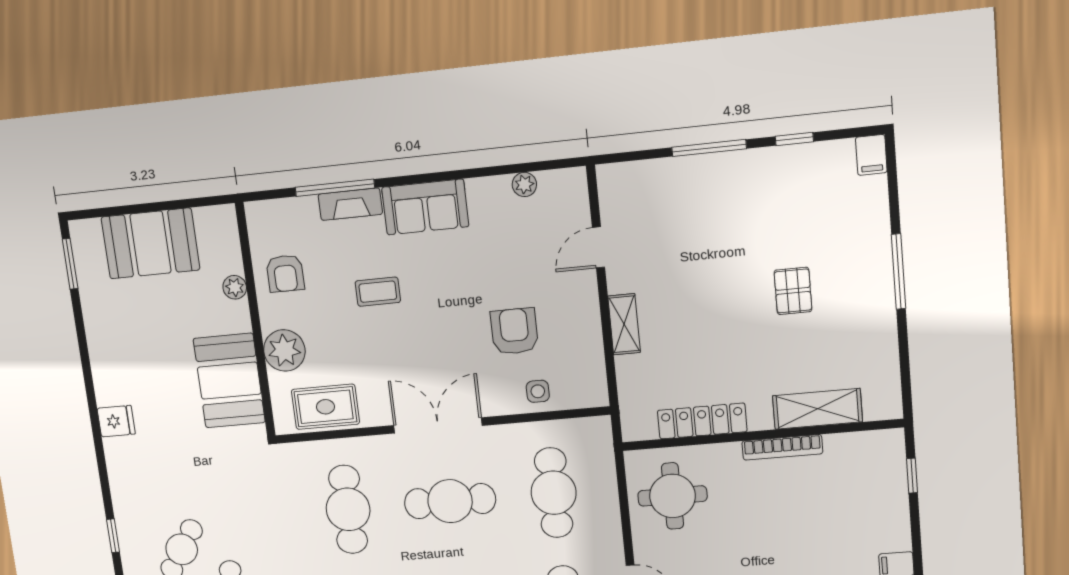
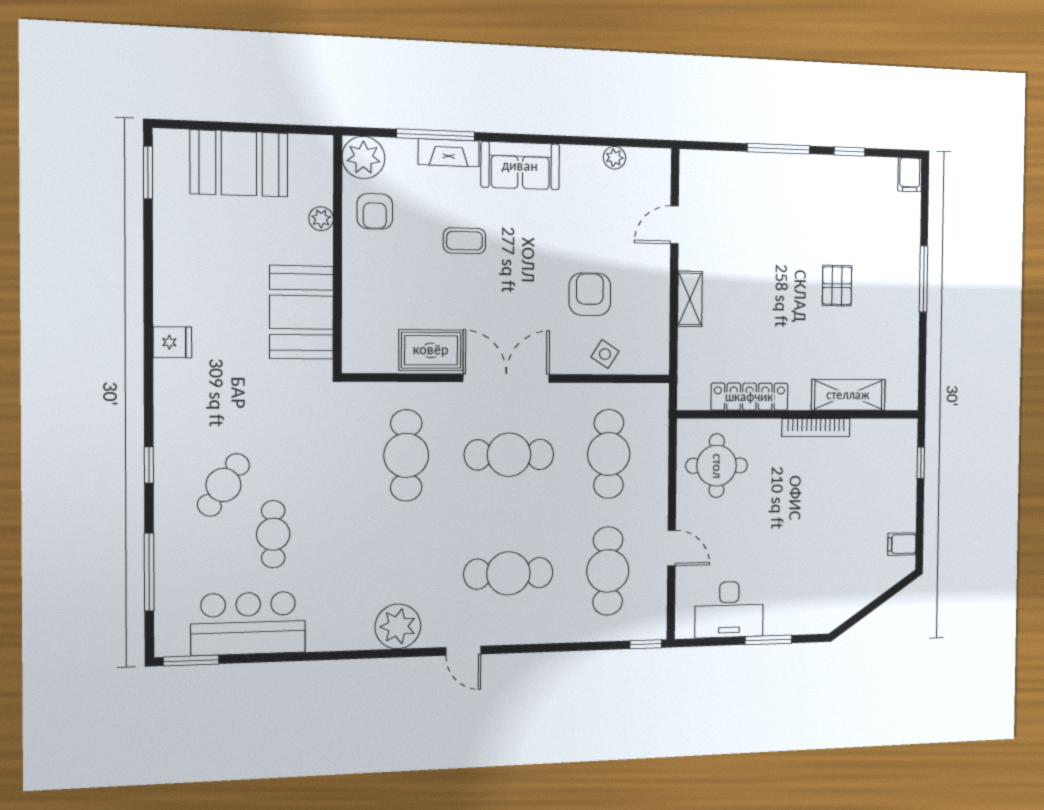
plant: (284, 350) -> (363, 158), moved
side table: (538, 391) -> (605, 354), turned 33
rug: (325, 407) -> (431, 350), moved

